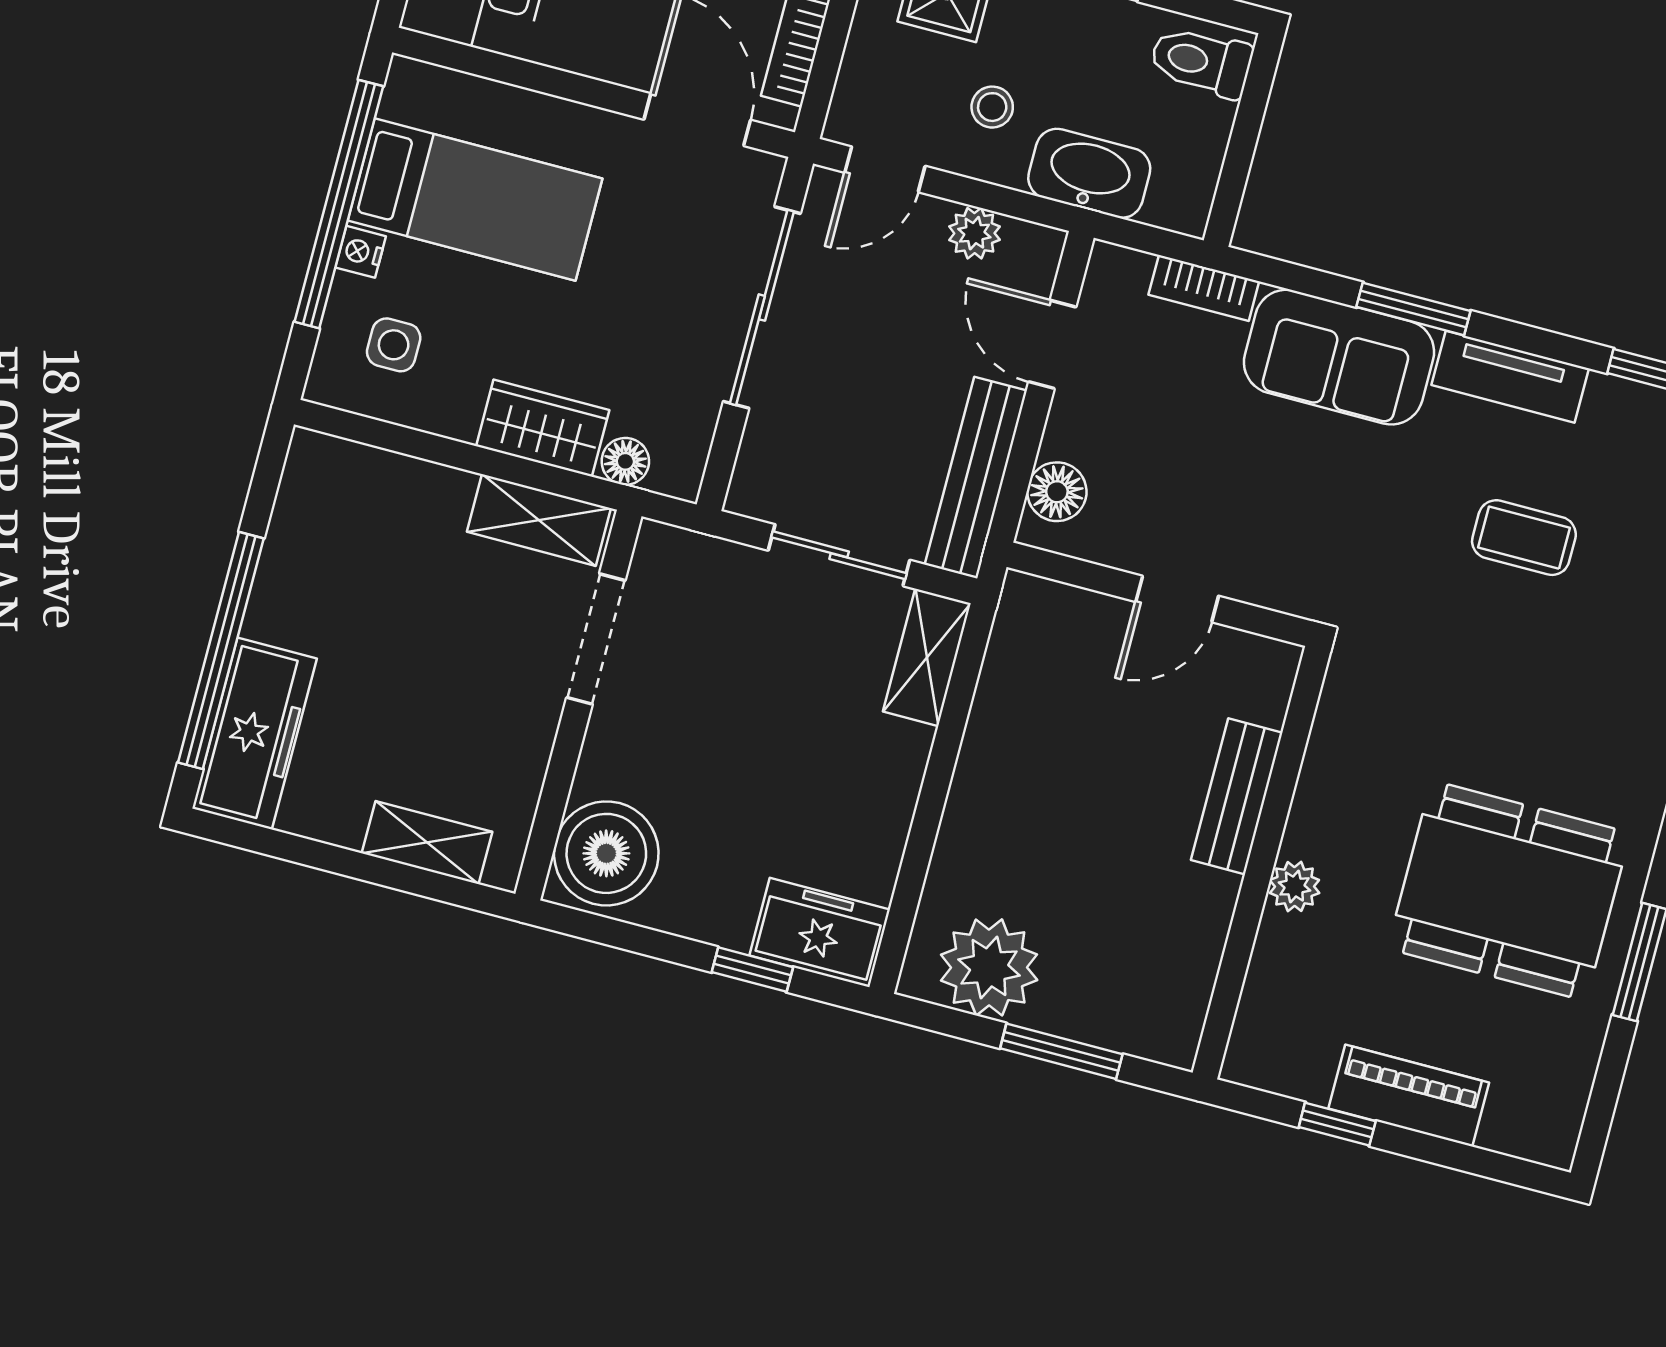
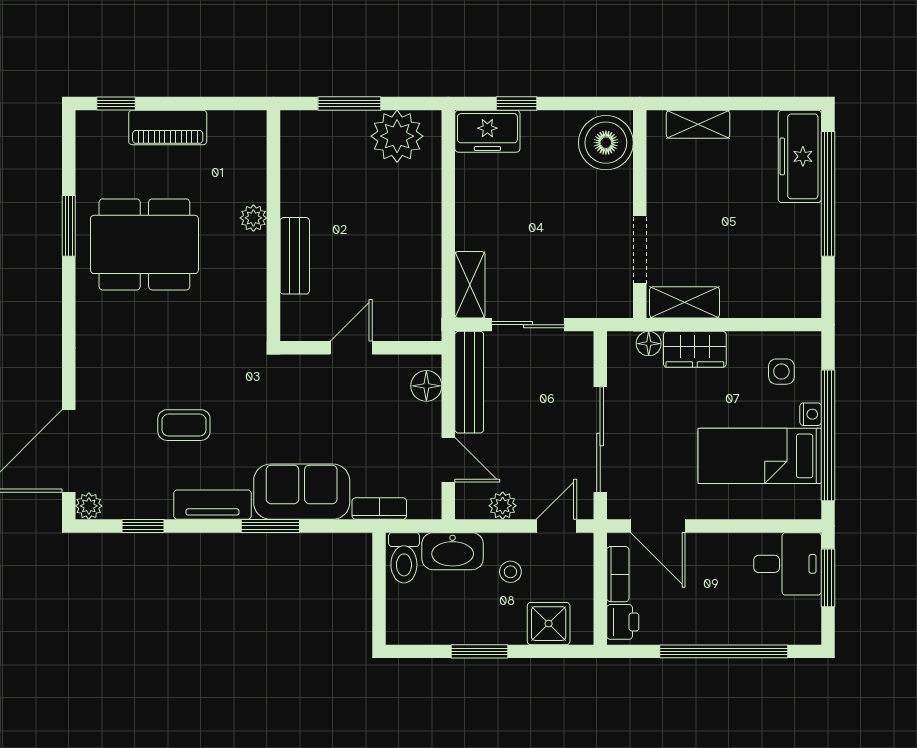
toilet: (1201, 62) -> (404, 558), moved, turned 90
window: (1337, 1124) -> (116, 103), moved

